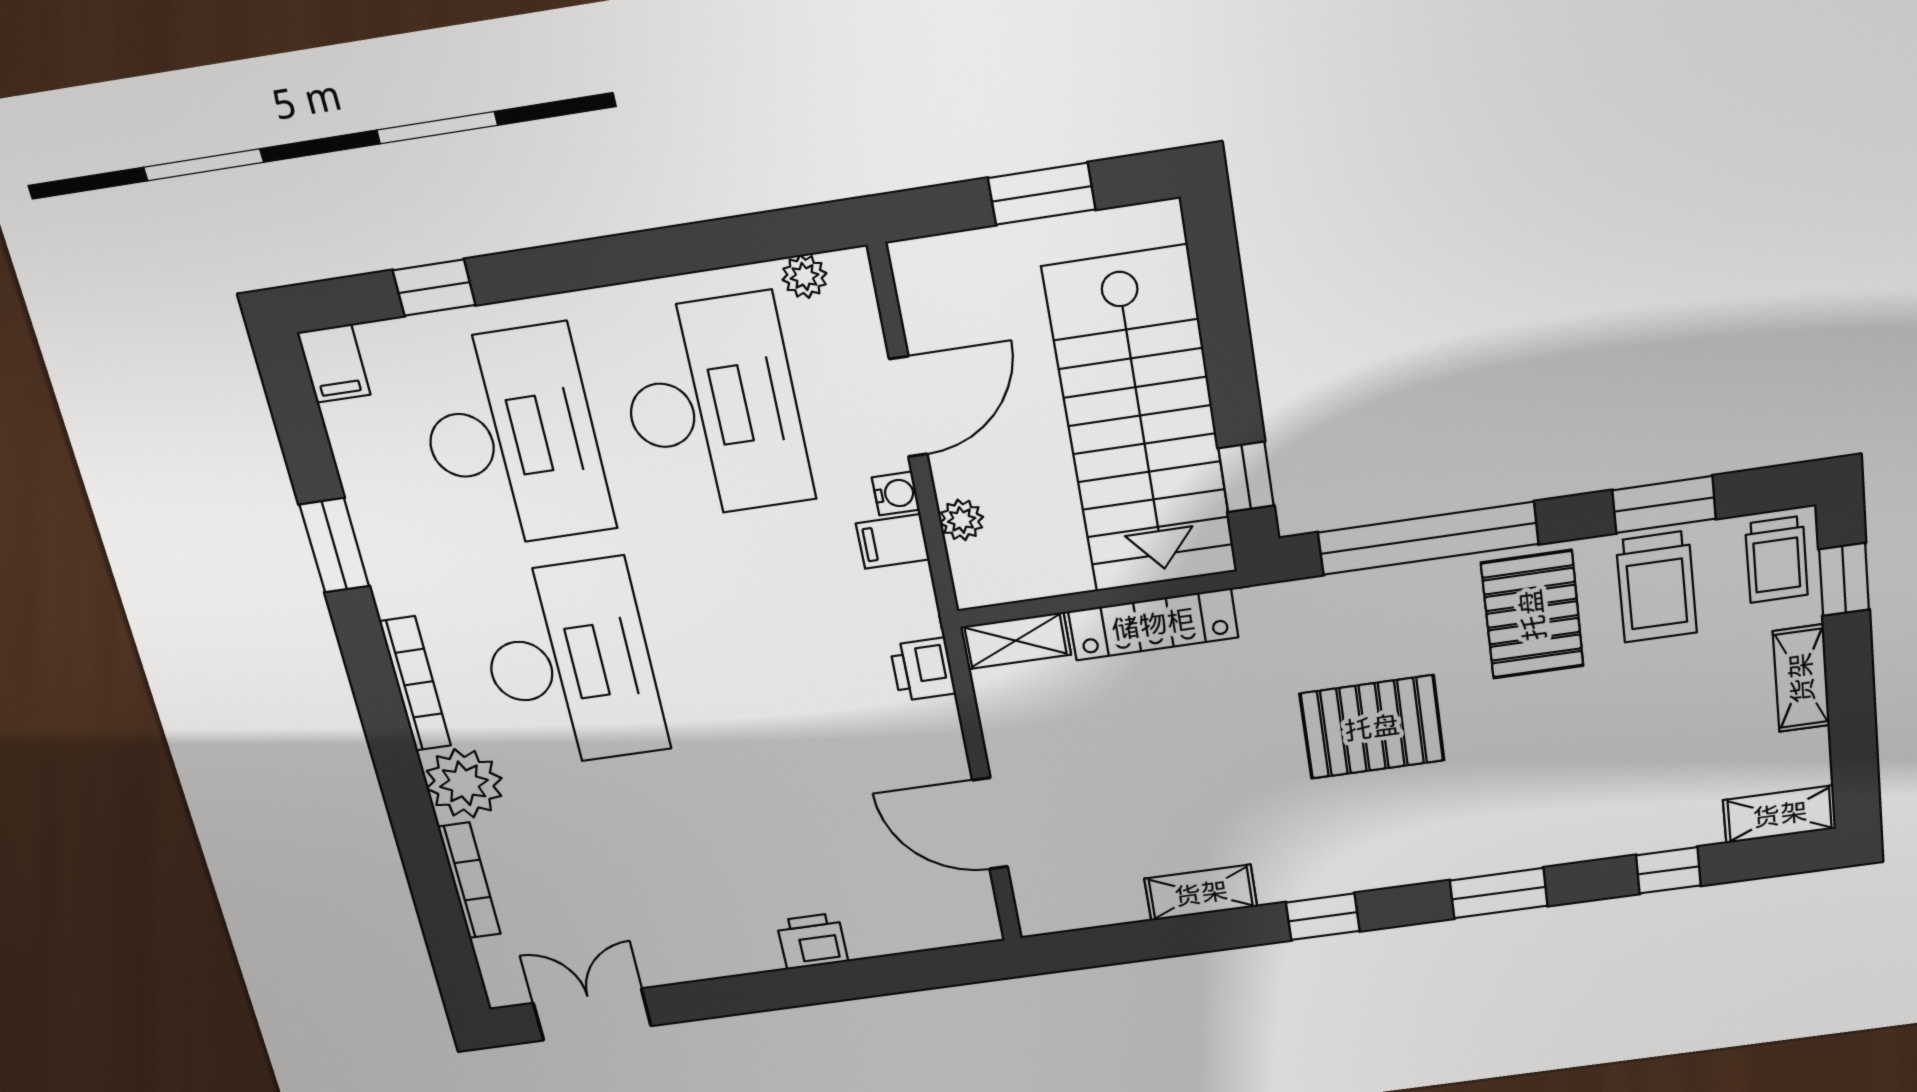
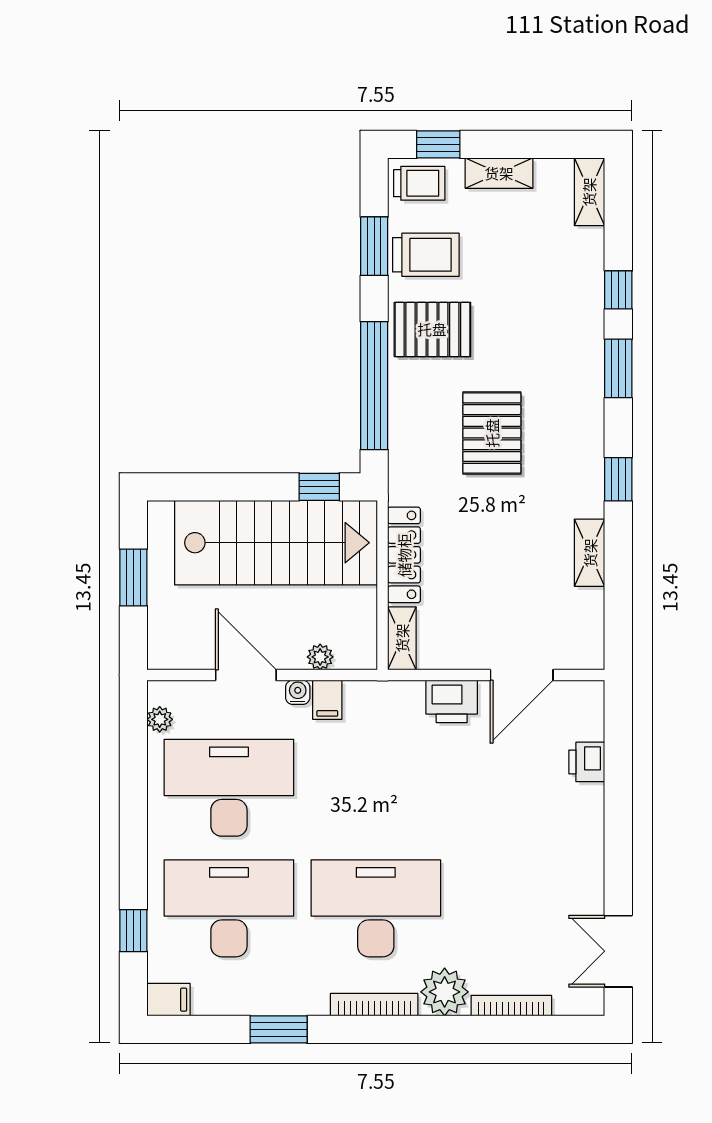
printer: (923, 669) -> (452, 701), moved, width x1.36, depth x1.24
window: (1668, 870) -> (618, 290), moved
printer: (812, 941) -> (587, 762), moved

